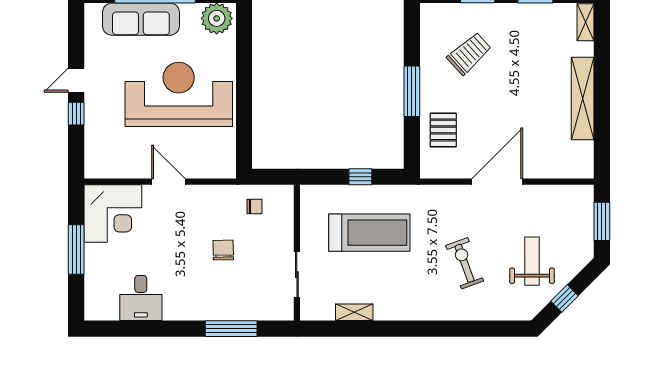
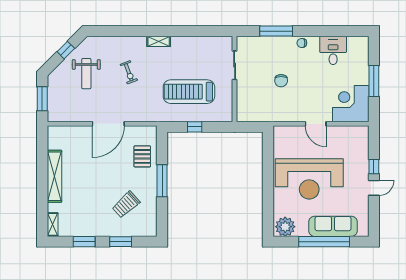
chair: (255, 206) -> (302, 43), moved
exercise bike: (465, 263) -> (129, 72), width x0.73, depth x0.72
shelving: (354, 312) -> (159, 41), moved

